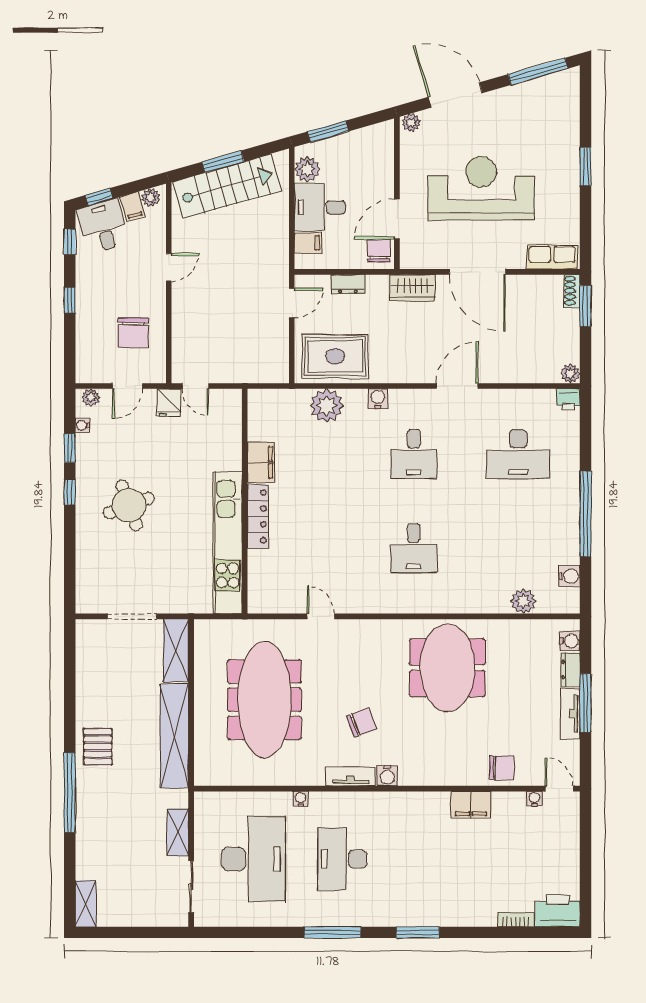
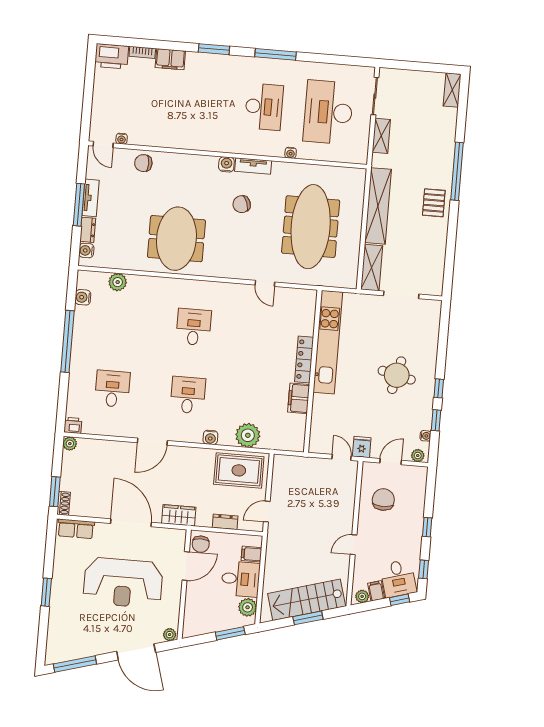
desk: (518, 454) -> (112, 389), width x0.73
round table: (129, 505) -> (397, 375), turned 33
filing cabinet: (471, 804) -> (170, 59), moved, turned 180

